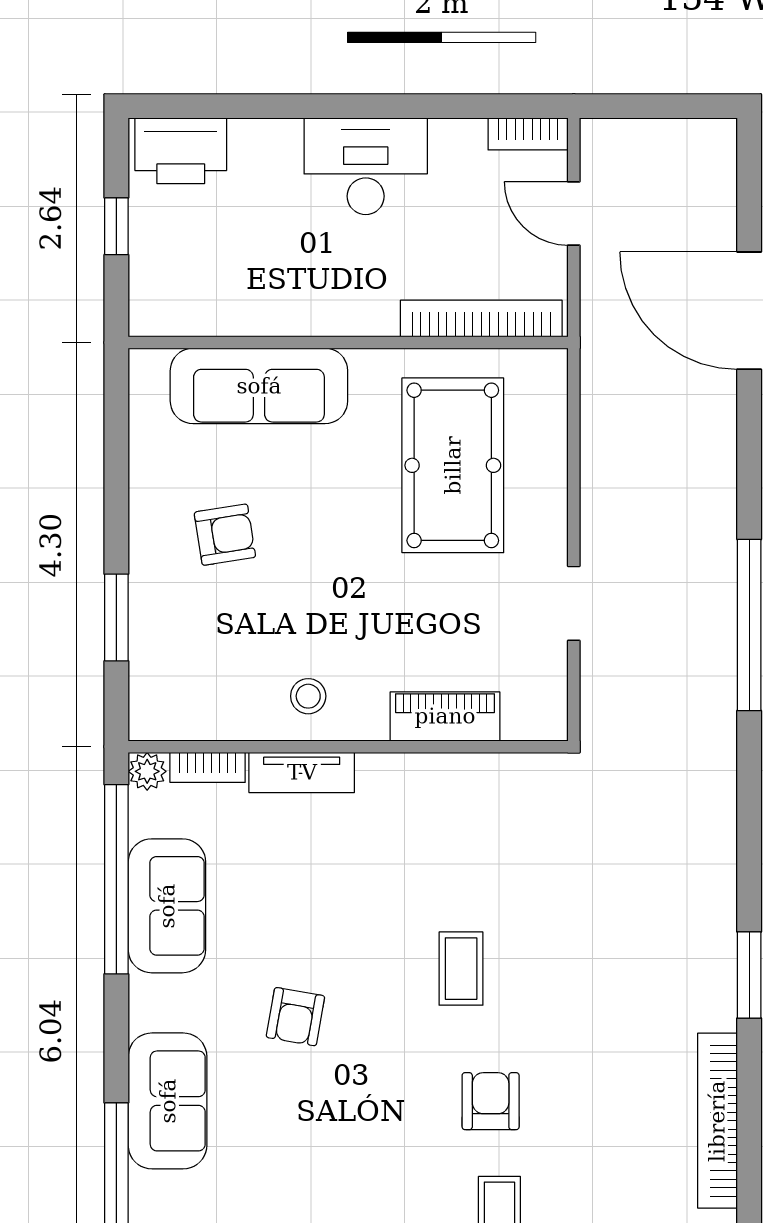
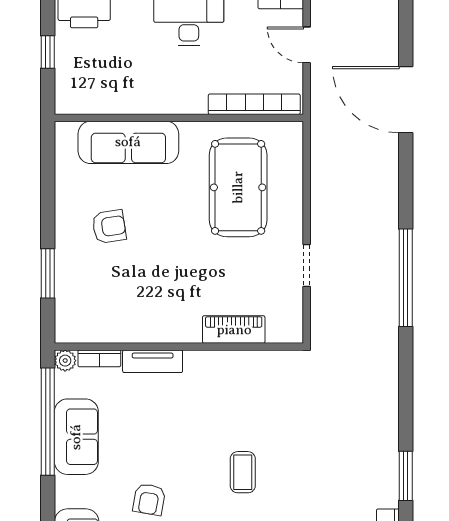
stool: (308, 696) -> (156, 318), removed

